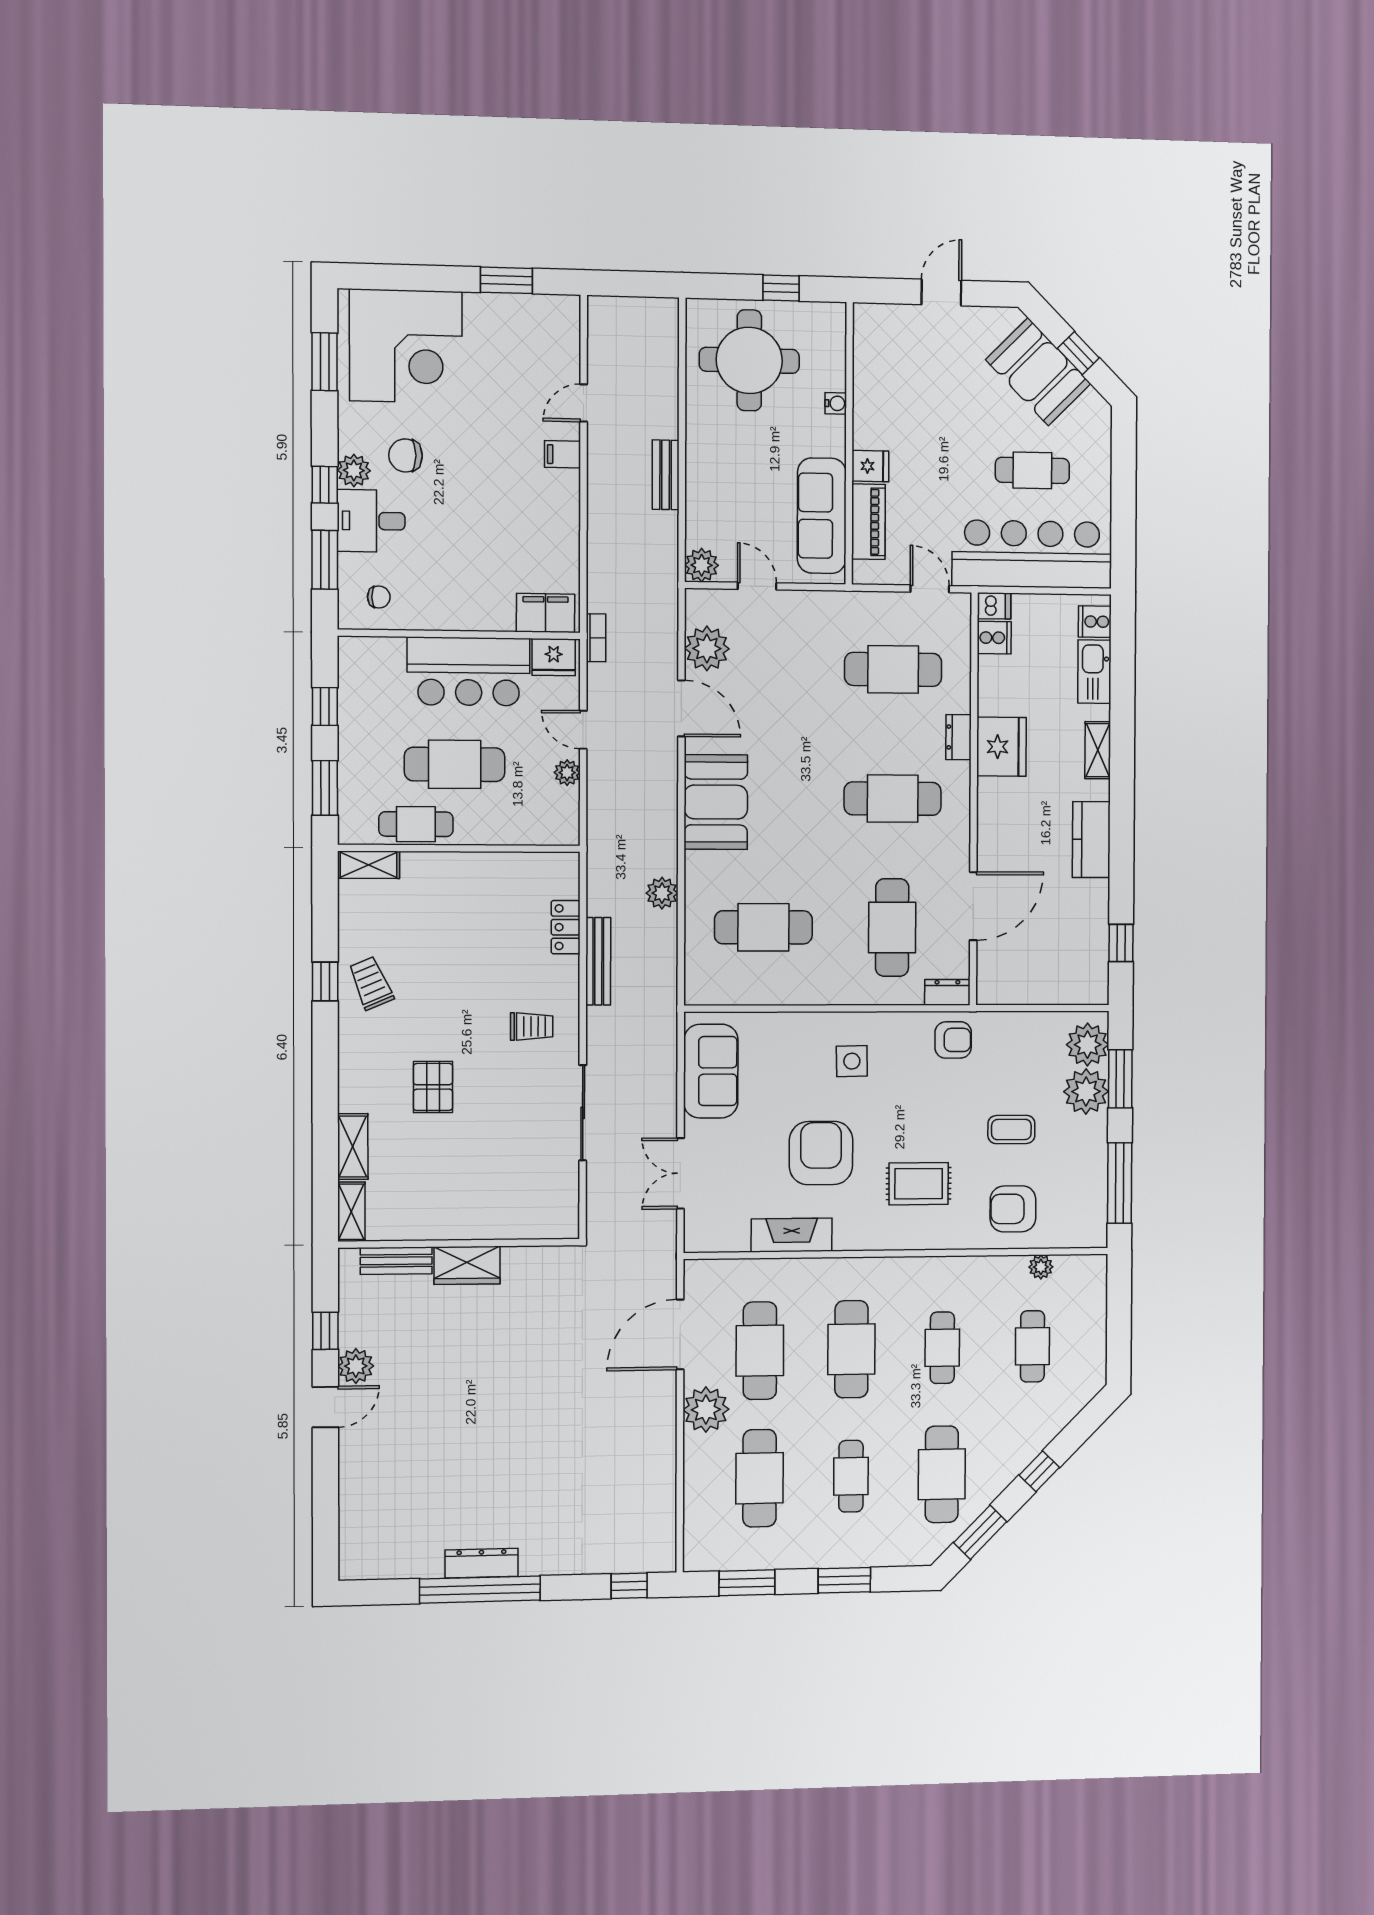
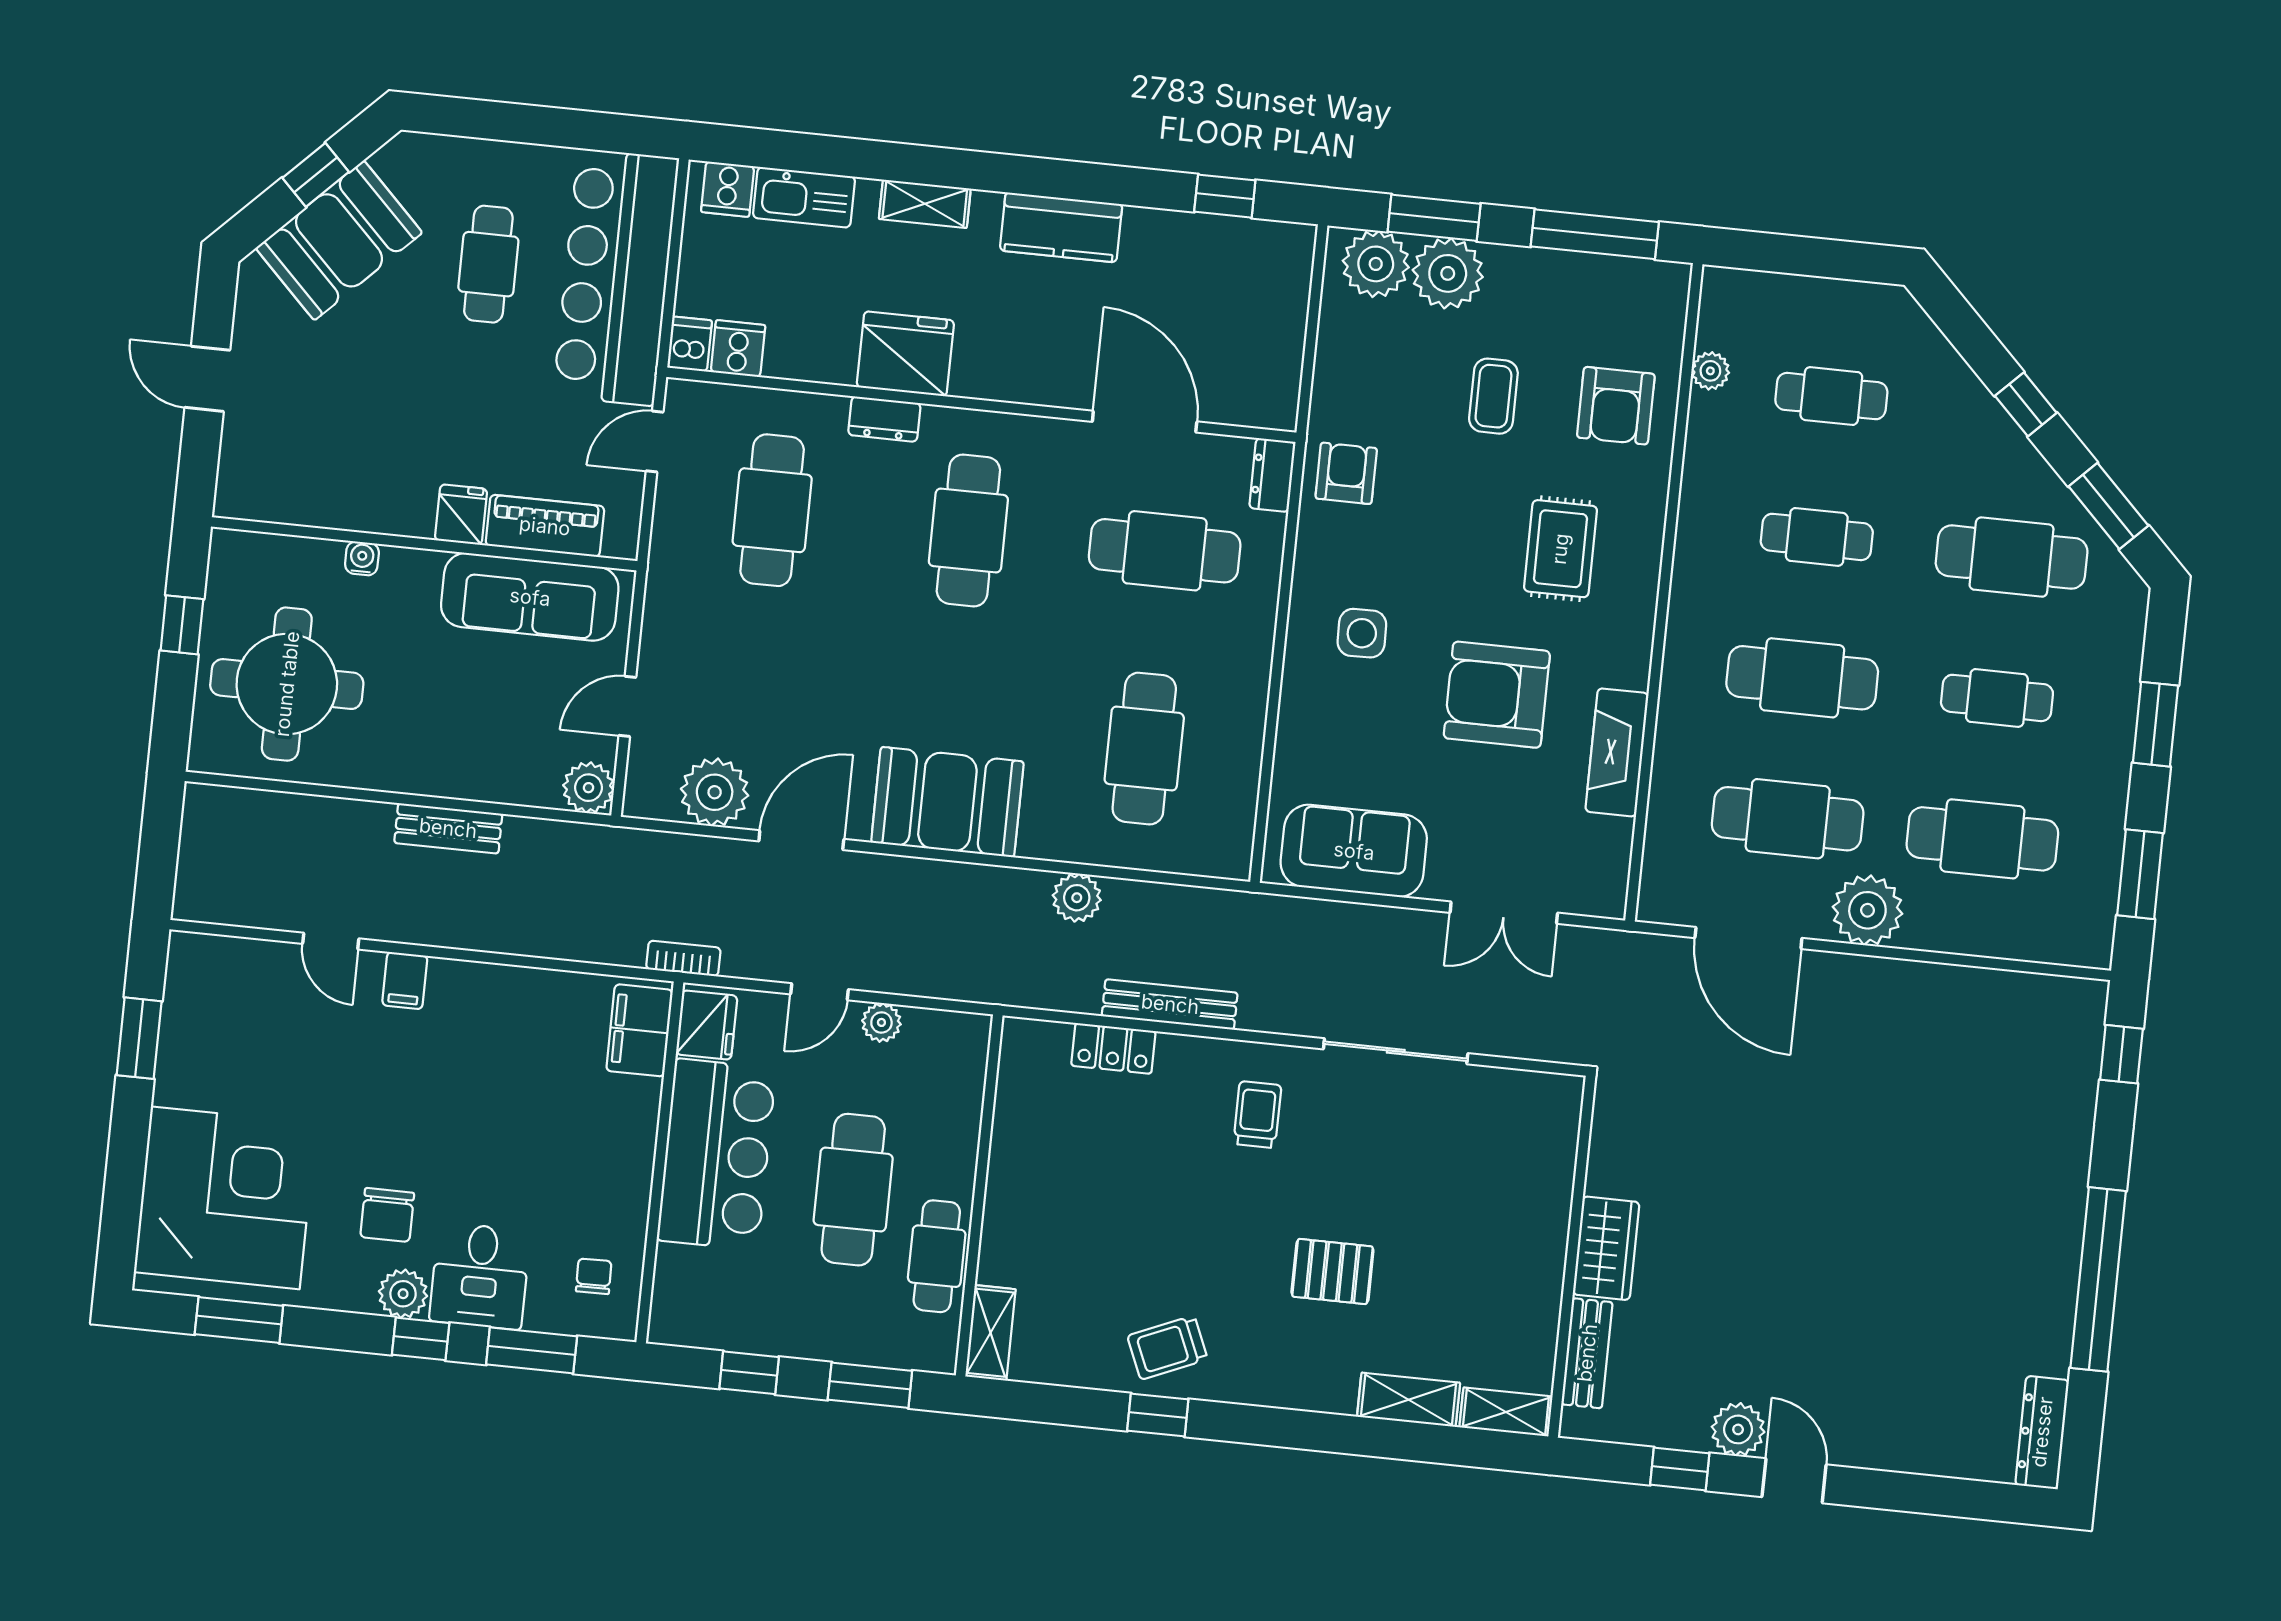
dresser: (481, 1563) -> (2042, 1432), moved

